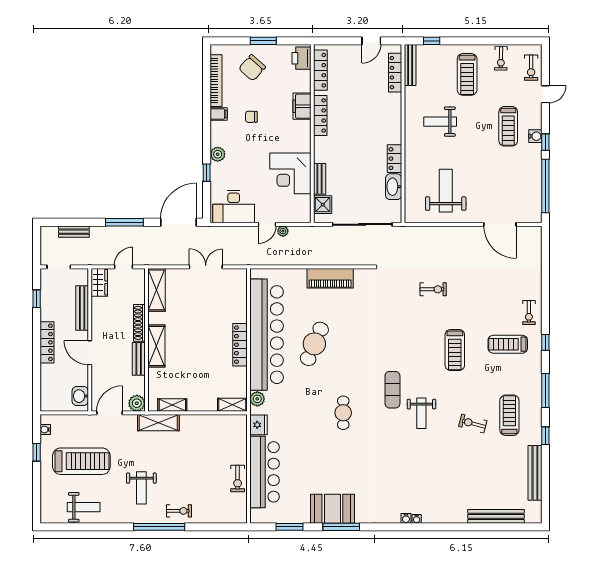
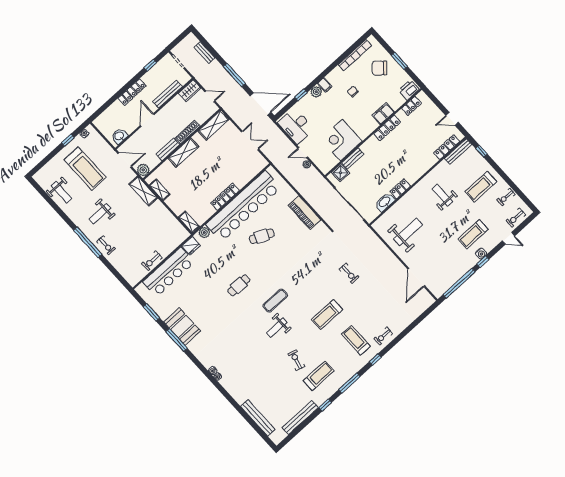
locker: (320, 70) -> (411, 106), width x0.66
filing cabinet: (219, 114) -> (325, 85), moved
cafe table: (314, 344) -> (262, 236), width x0.73, depth x0.74

